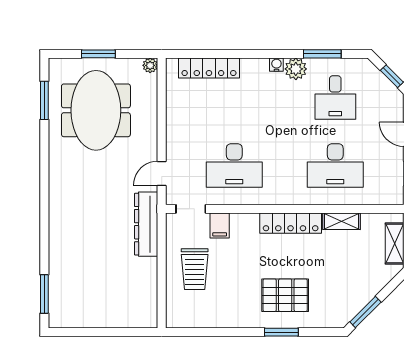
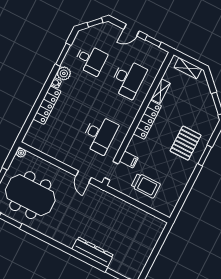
locker: (209, 68) -> (47, 105), moved
dresser: (146, 224) -> (93, 252), moved, turned 180

